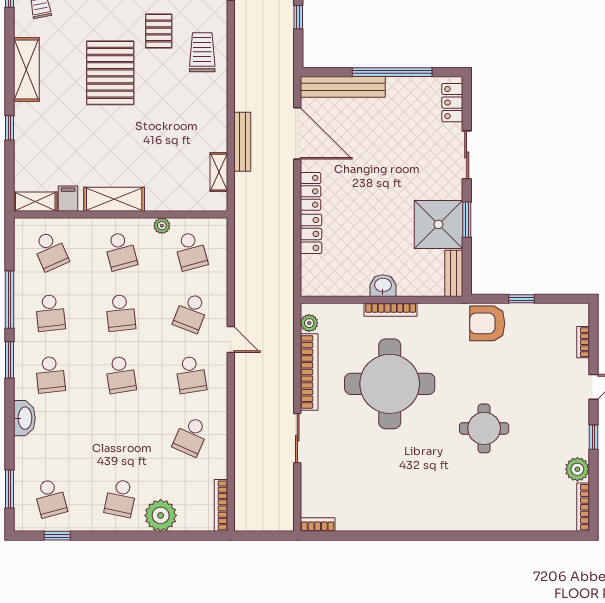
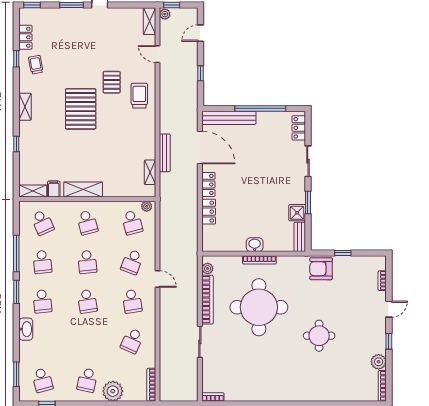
shelving: (26, 69) -> (25, 107), width x0.67, depth x0.75
shower: (438, 224) -> (297, 213), width x0.54, depth x0.54
plant: (162, 226) -> (147, 206), moved

